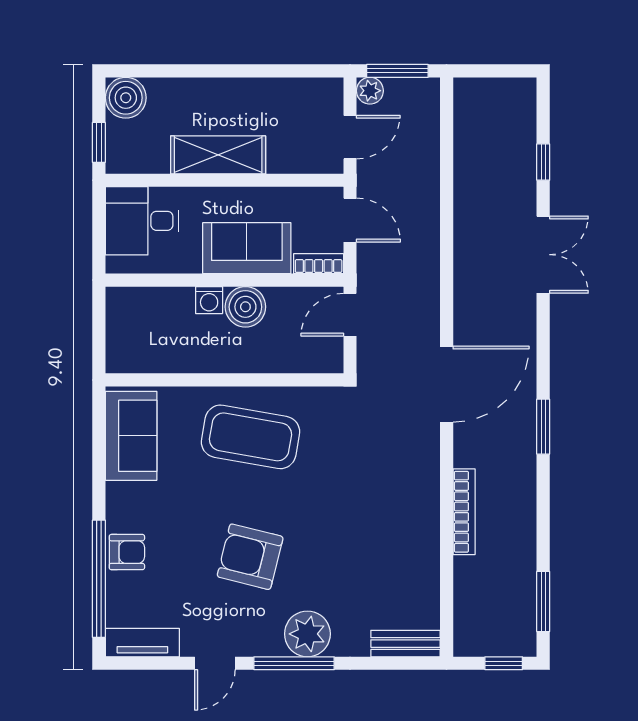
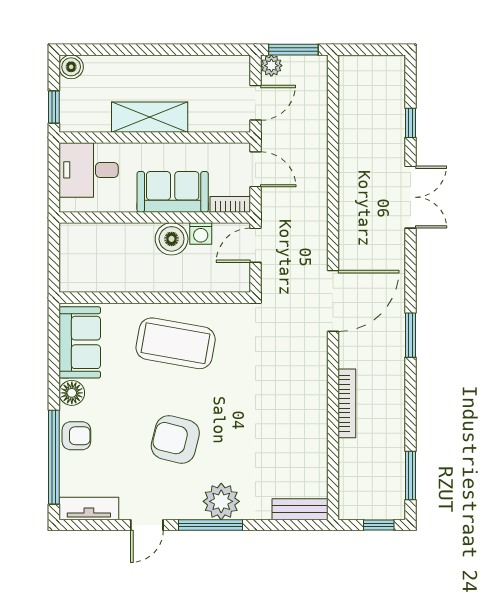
boiler: (126, 98) -> (71, 67), width x0.73, depth x0.73
washing machine: (209, 300) -> (201, 234), moved
floor lamp: (121, 499) -> (72, 393), added

